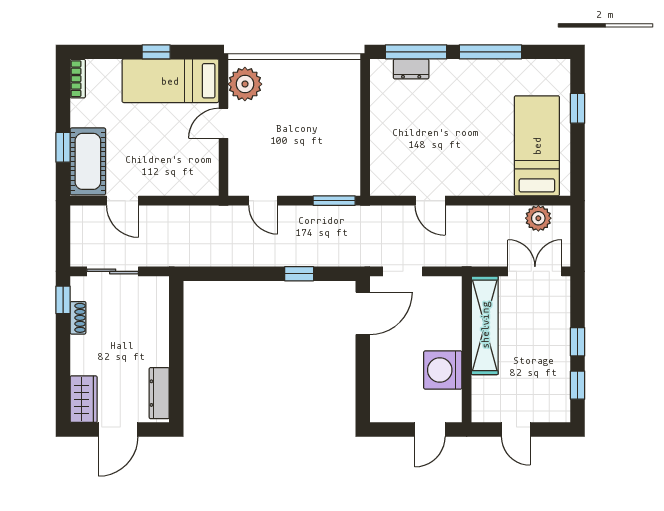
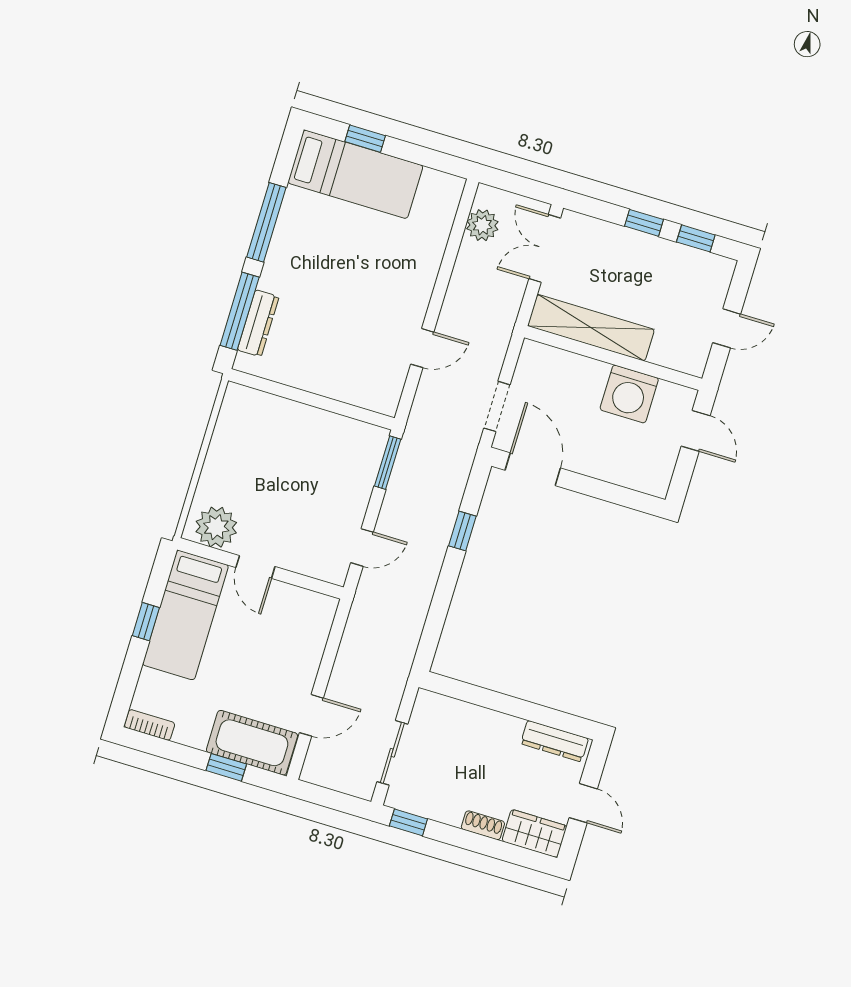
dresser: (411, 69) -> (258, 323), width x1.44
bed: (537, 146) -> (355, 174), moved, turned 180
shoe rack: (78, 318) -> (483, 825), moved
door: (118, 430) -> (583, 803), width x0.73

